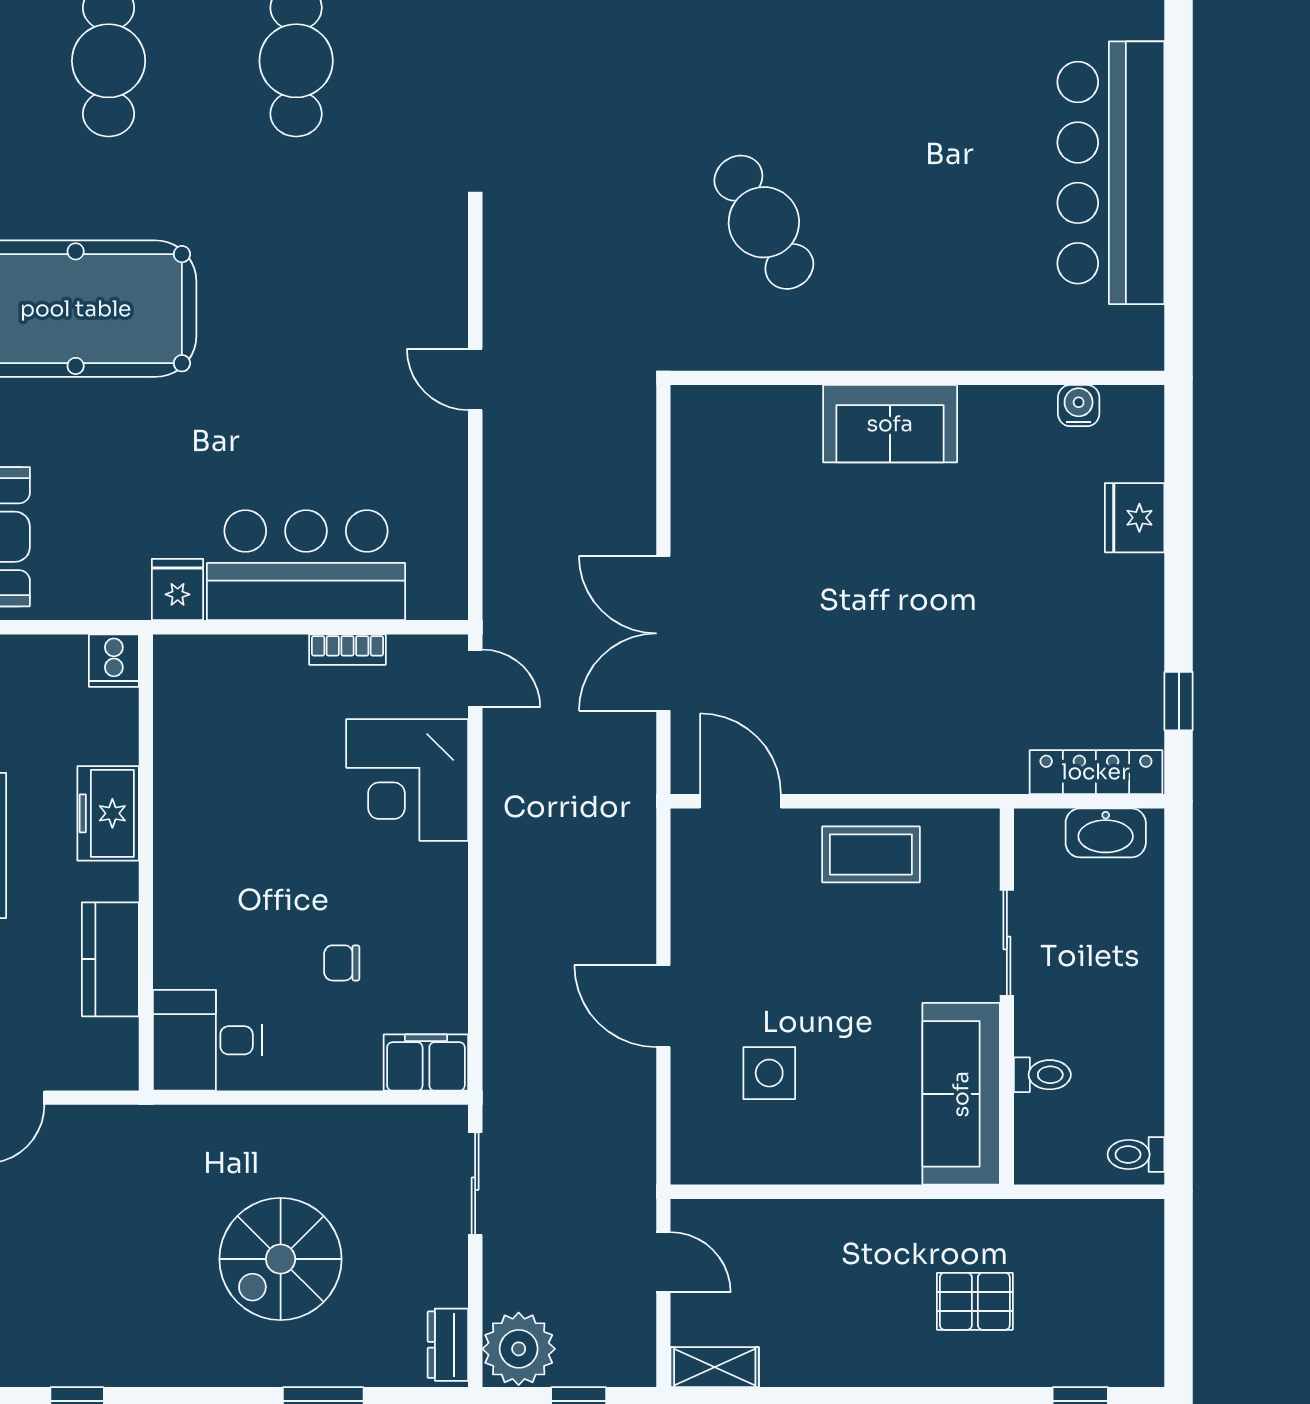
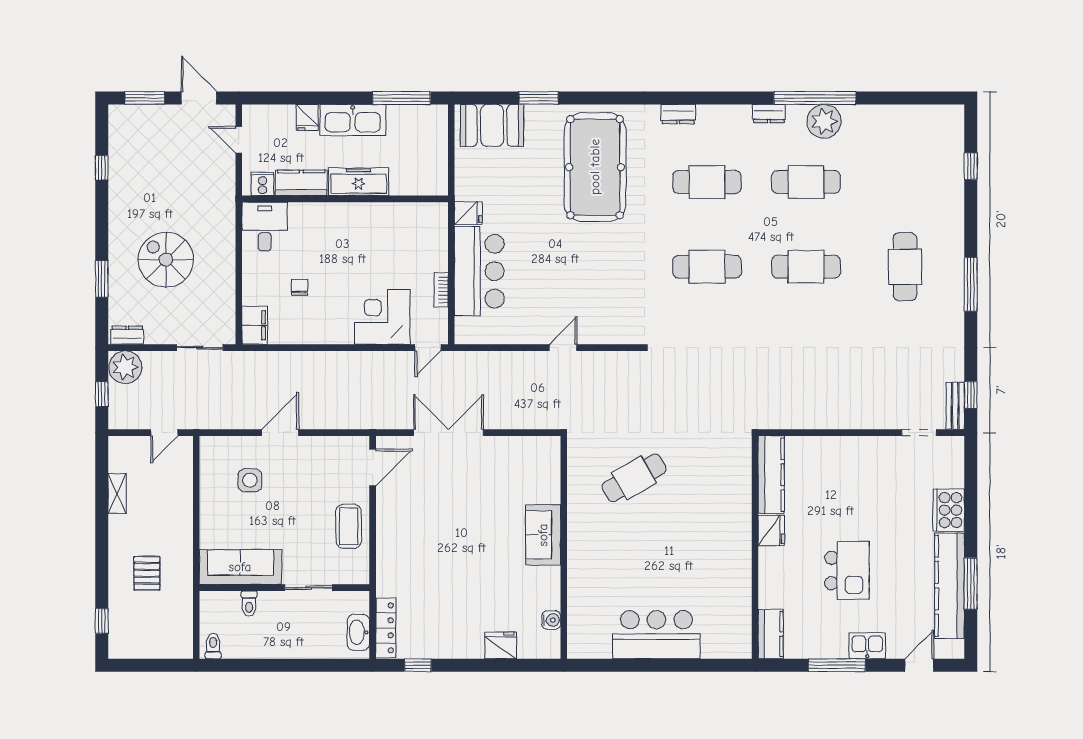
bar counter: (1111, 173) -> (656, 635), width x0.73
cooker: (114, 661) -> (262, 184), moved, turned 90
freezer: (108, 813) -> (359, 182), width x1.40
shelving: (715, 1367) -> (117, 494), moved

